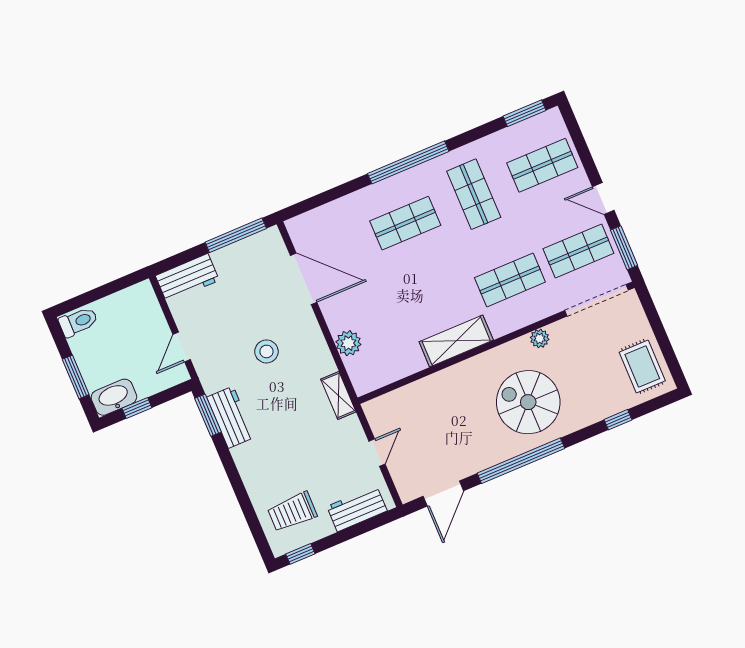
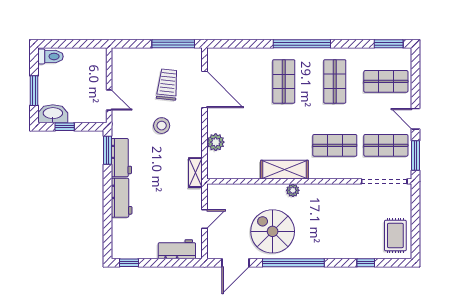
shop shelf: (405, 223) -> (284, 81), turned 90
workbench: (187, 278) -> (122, 198), moved, turned -90
plant: (540, 338) -> (293, 190), moved
door: (182, 347) -> (109, 100), swing flipped
spiral stairs: (528, 402) -> (273, 231), moved
trolley: (292, 512) -> (167, 85), moved, turned 96

